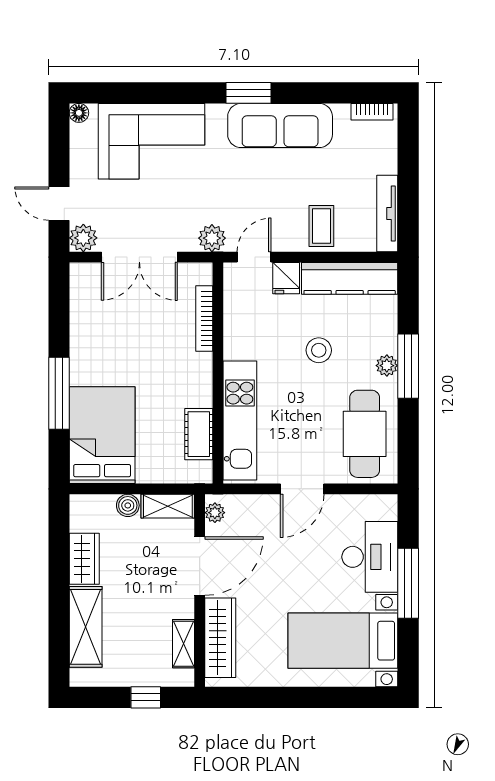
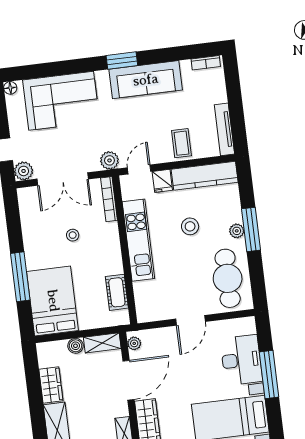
bookcase: (204, 318) -> (109, 199), moved
stool: (144, 342) -> (73, 235), added
kitchen unit: (240, 421) -> (138, 240), moved

